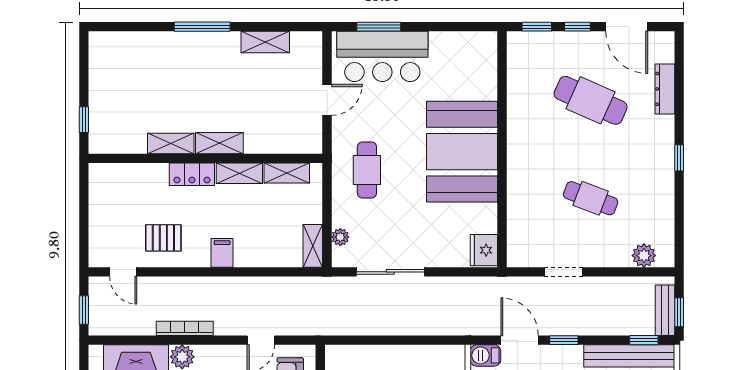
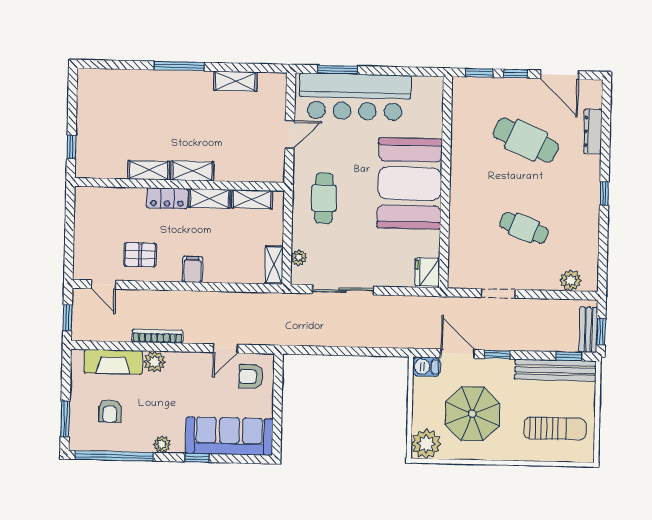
bar counter: (382, 56) -> (355, 97), width x1.36

